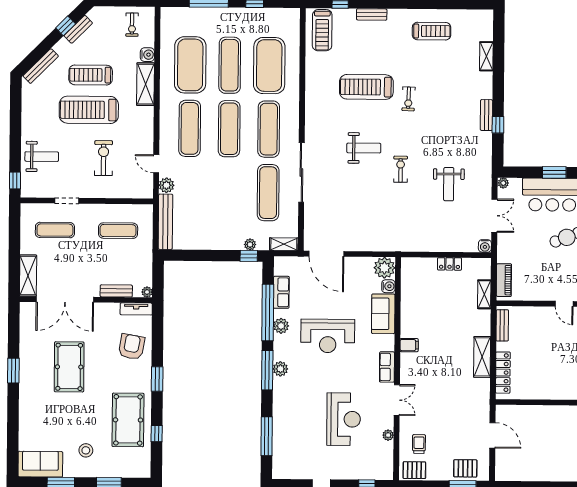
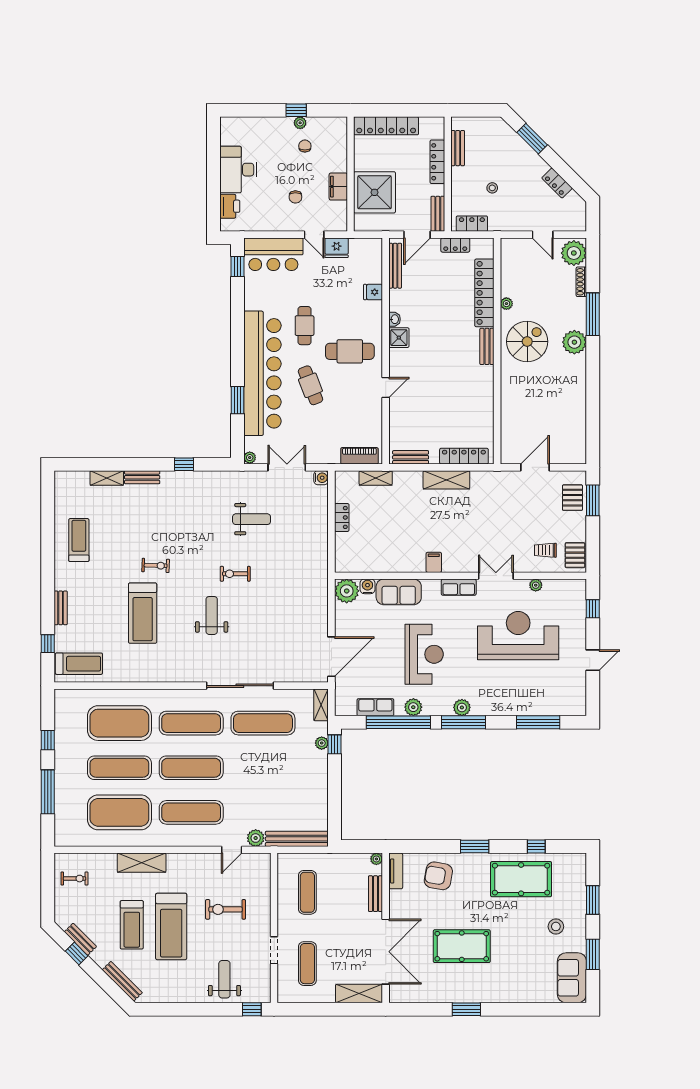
water cooler: (147, 55) -> (108, 861), removed
bench: (486, 115) -> (142, 477), moved
reception desk: (344, 419) -> (518, 636), width x1.36, depth x1.30

